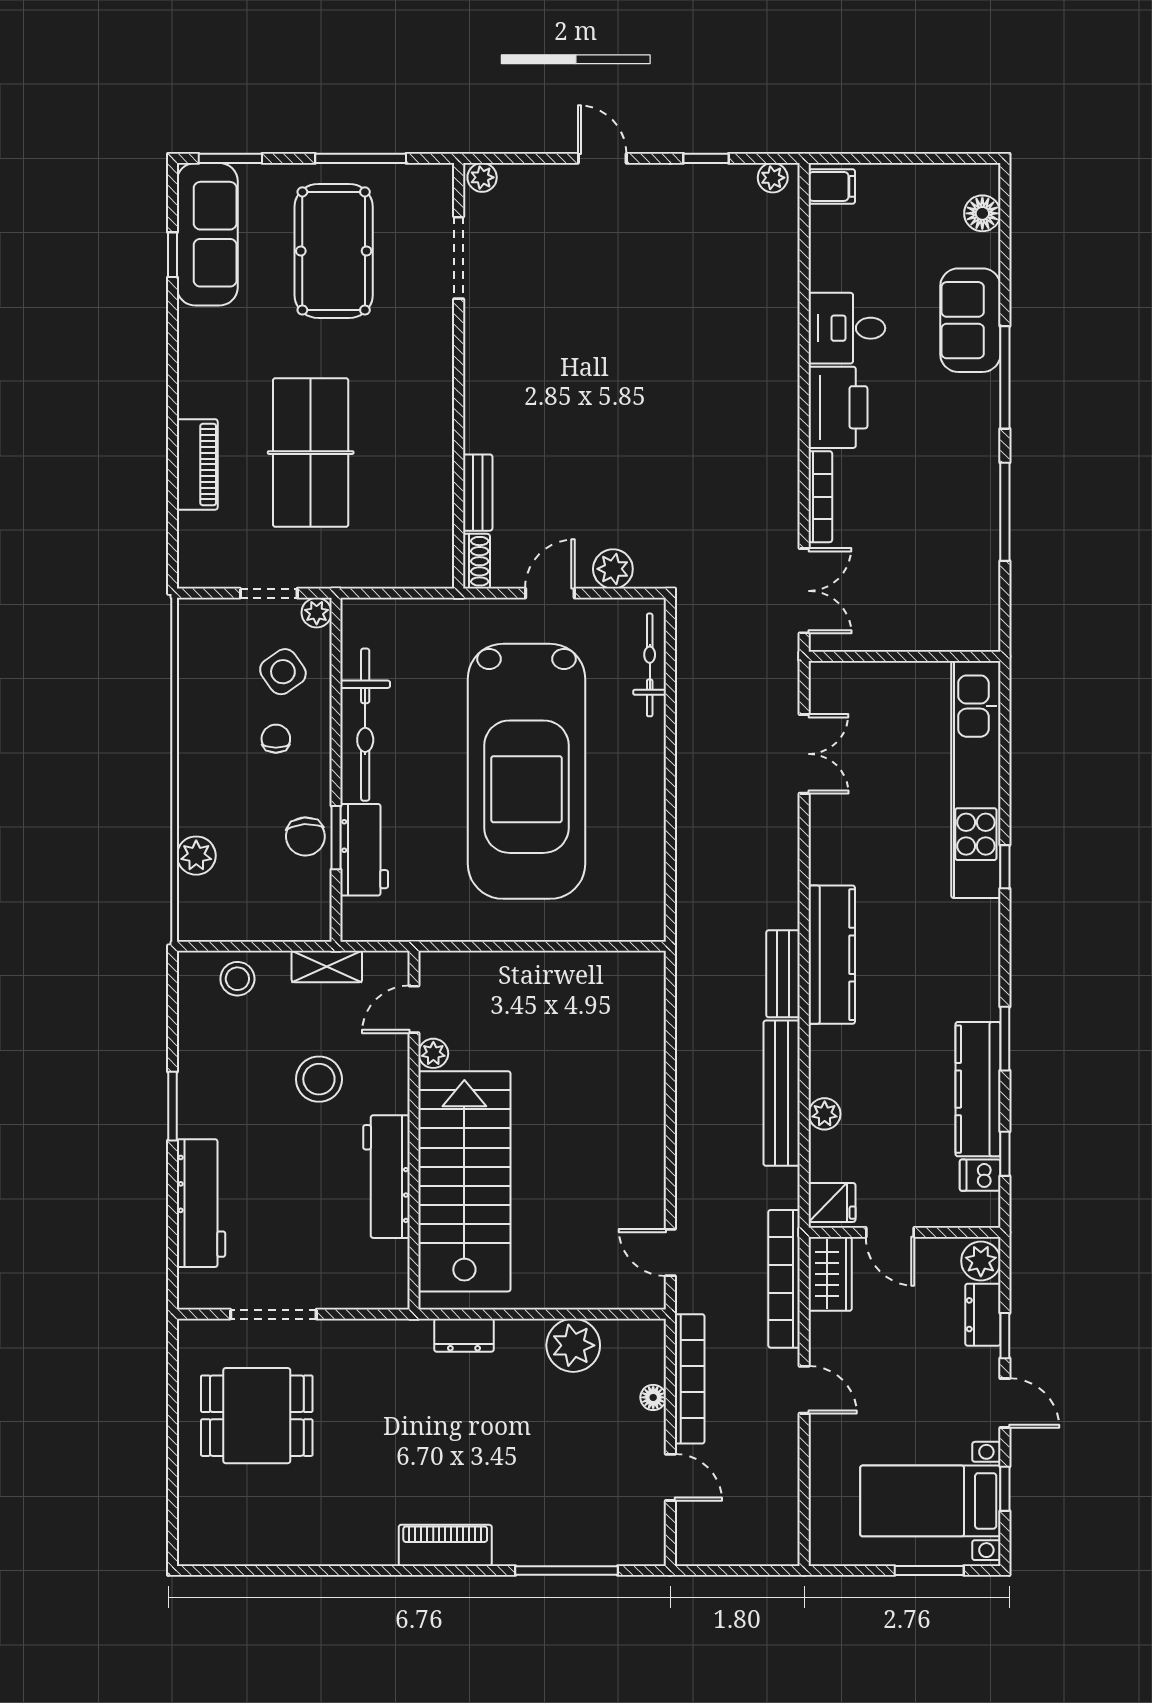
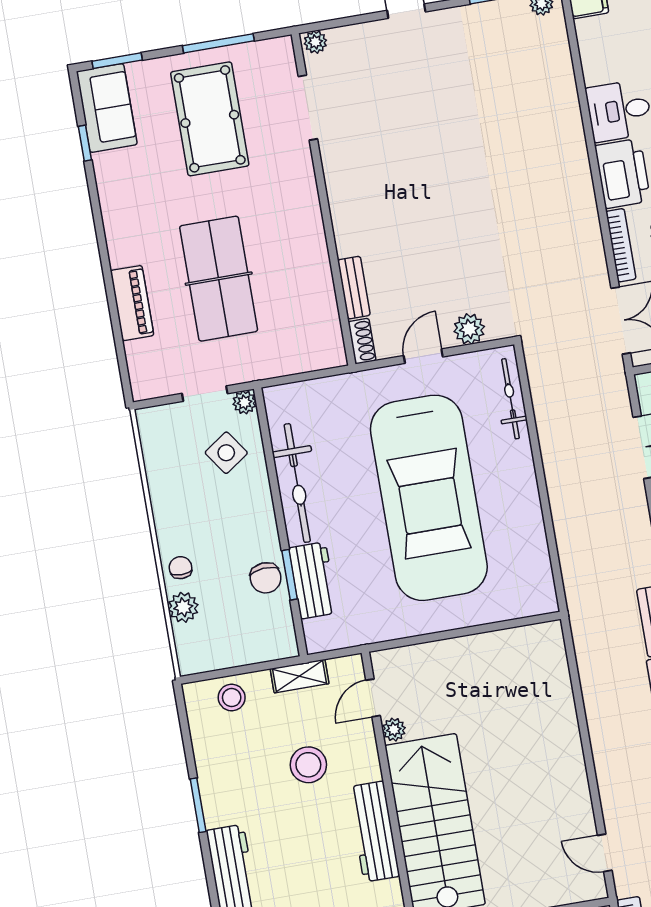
sofa: (207, 234) -> (107, 108), width x0.73
chair: (276, 739) -> (181, 568), moved

